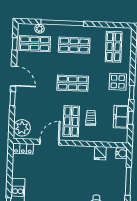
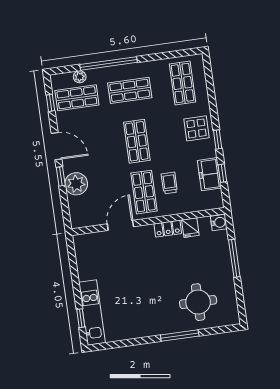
shop shelf: (73, 83) -> (137, 141), turned 90
plant: (22, 128) -> (76, 184), moved
locker: (23, 149) -> (168, 229), moved

